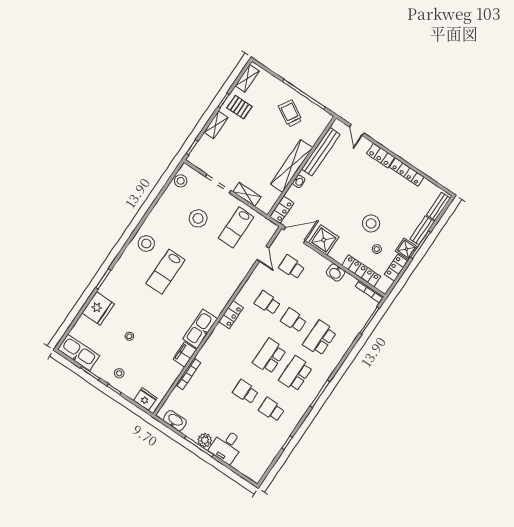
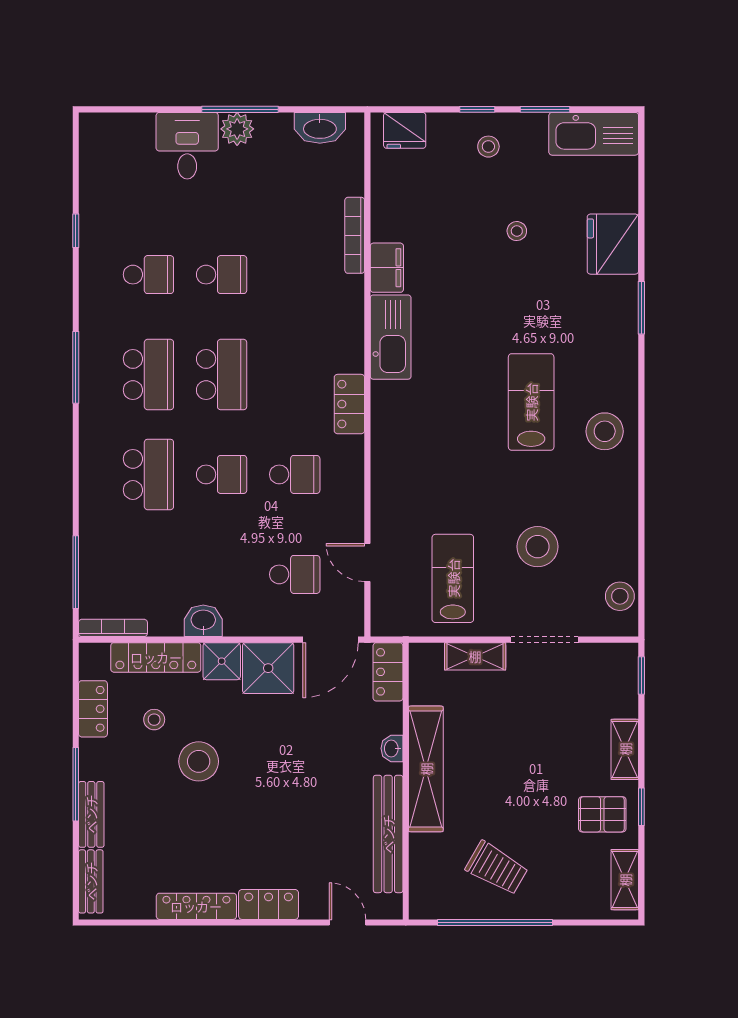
shower: (406, 249) -> (222, 661), moved

